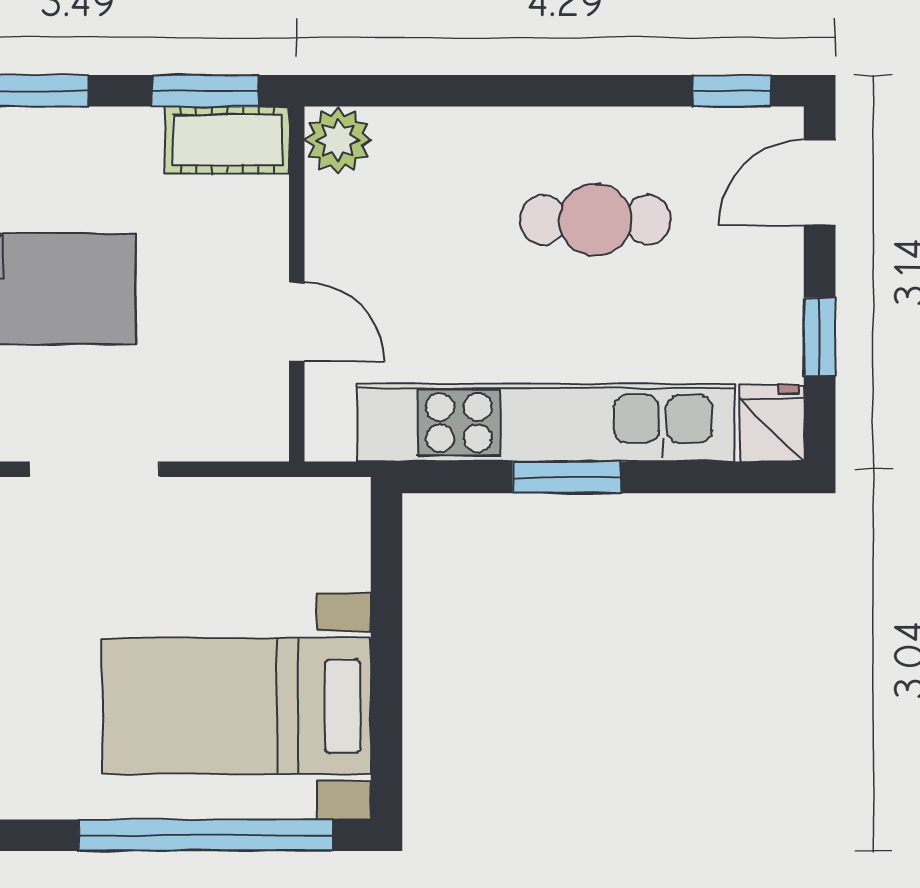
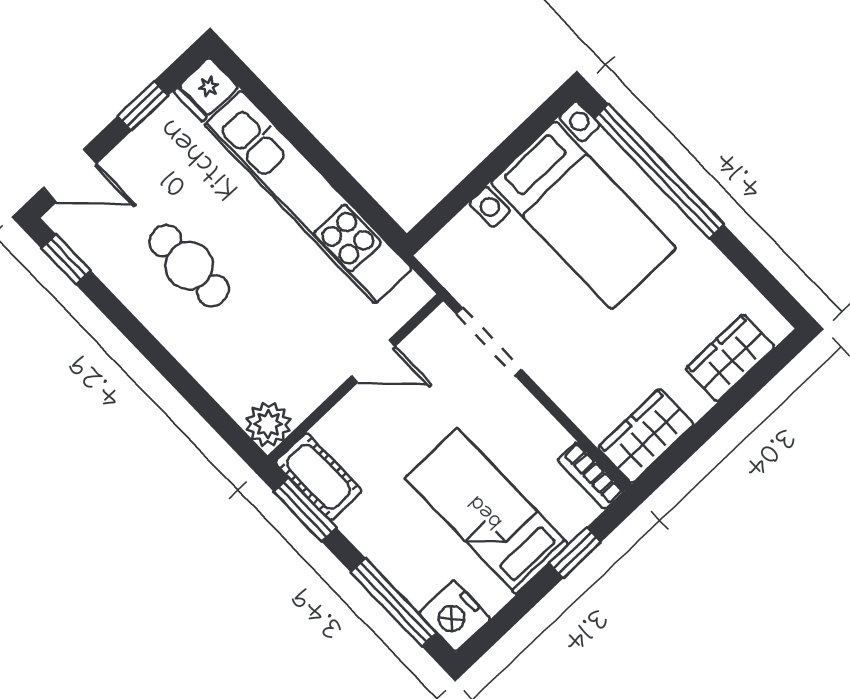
door: (297, 322) -> (373, 361), swing flipped
doorway: (95, 469) -> (489, 342), moved
window: (567, 477) -> (325, 162), removed

